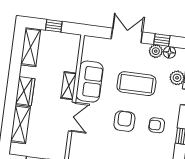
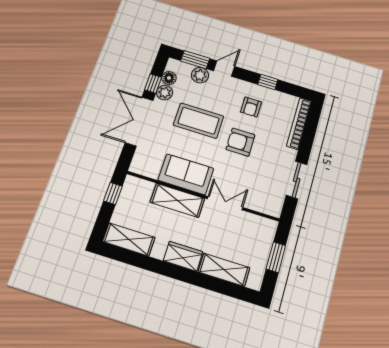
window: (54, 26) -> (113, 194), moved
double door: (127, 35) -> (139, 121), width x1.37
coffee table: (136, 84) -> (199, 121), turned 90
shelving: (69, 86) -> (177, 200), width x1.50, depth x1.33

